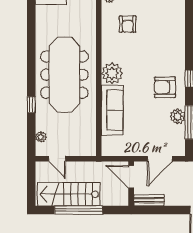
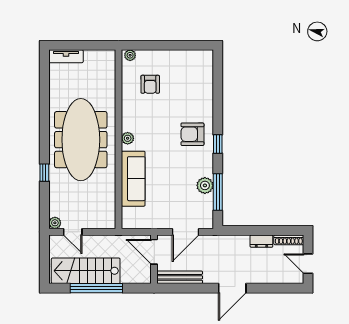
plant: (112, 73) -> (128, 138), width x0.53, depth x0.53
armchair: (165, 87) -> (192, 134), moved
plant: (41, 137) -> (55, 223), moved
bench: (149, 200) -> (180, 277), width x1.36

